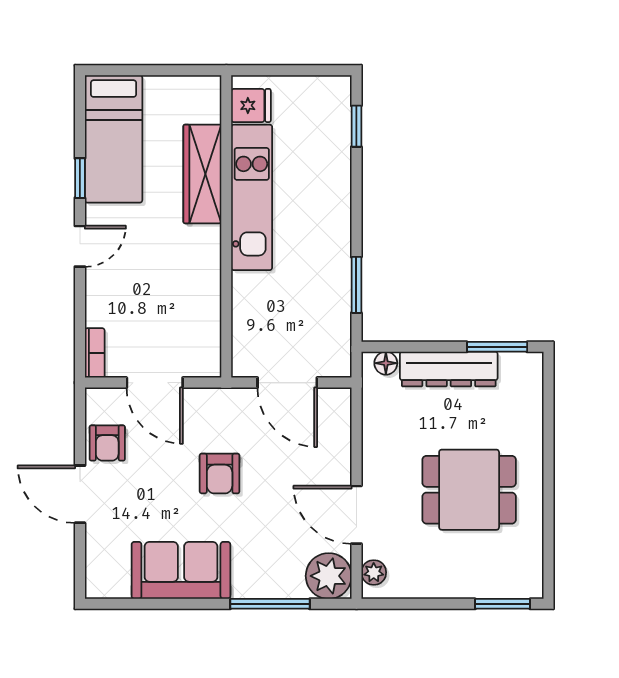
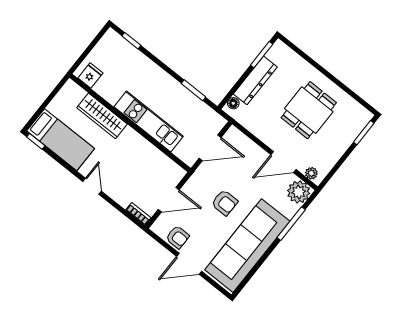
window: (80, 178) -> (36, 141), moved
kitchen unit: (252, 197) -> (149, 122), moved
sofa: (181, 570) -> (247, 246), width x1.85, depth x1.27

